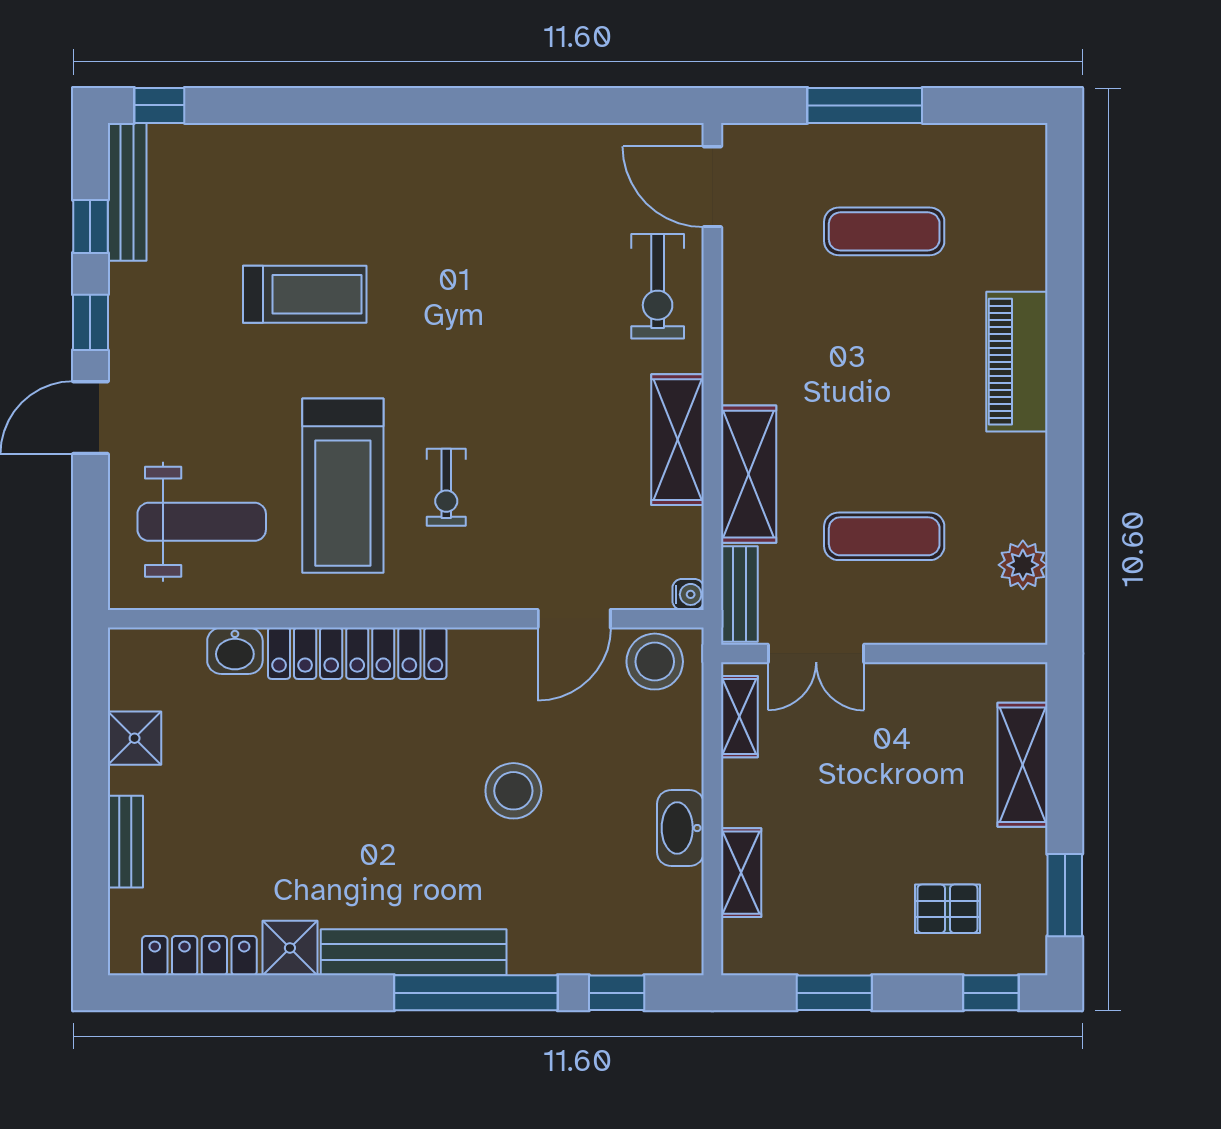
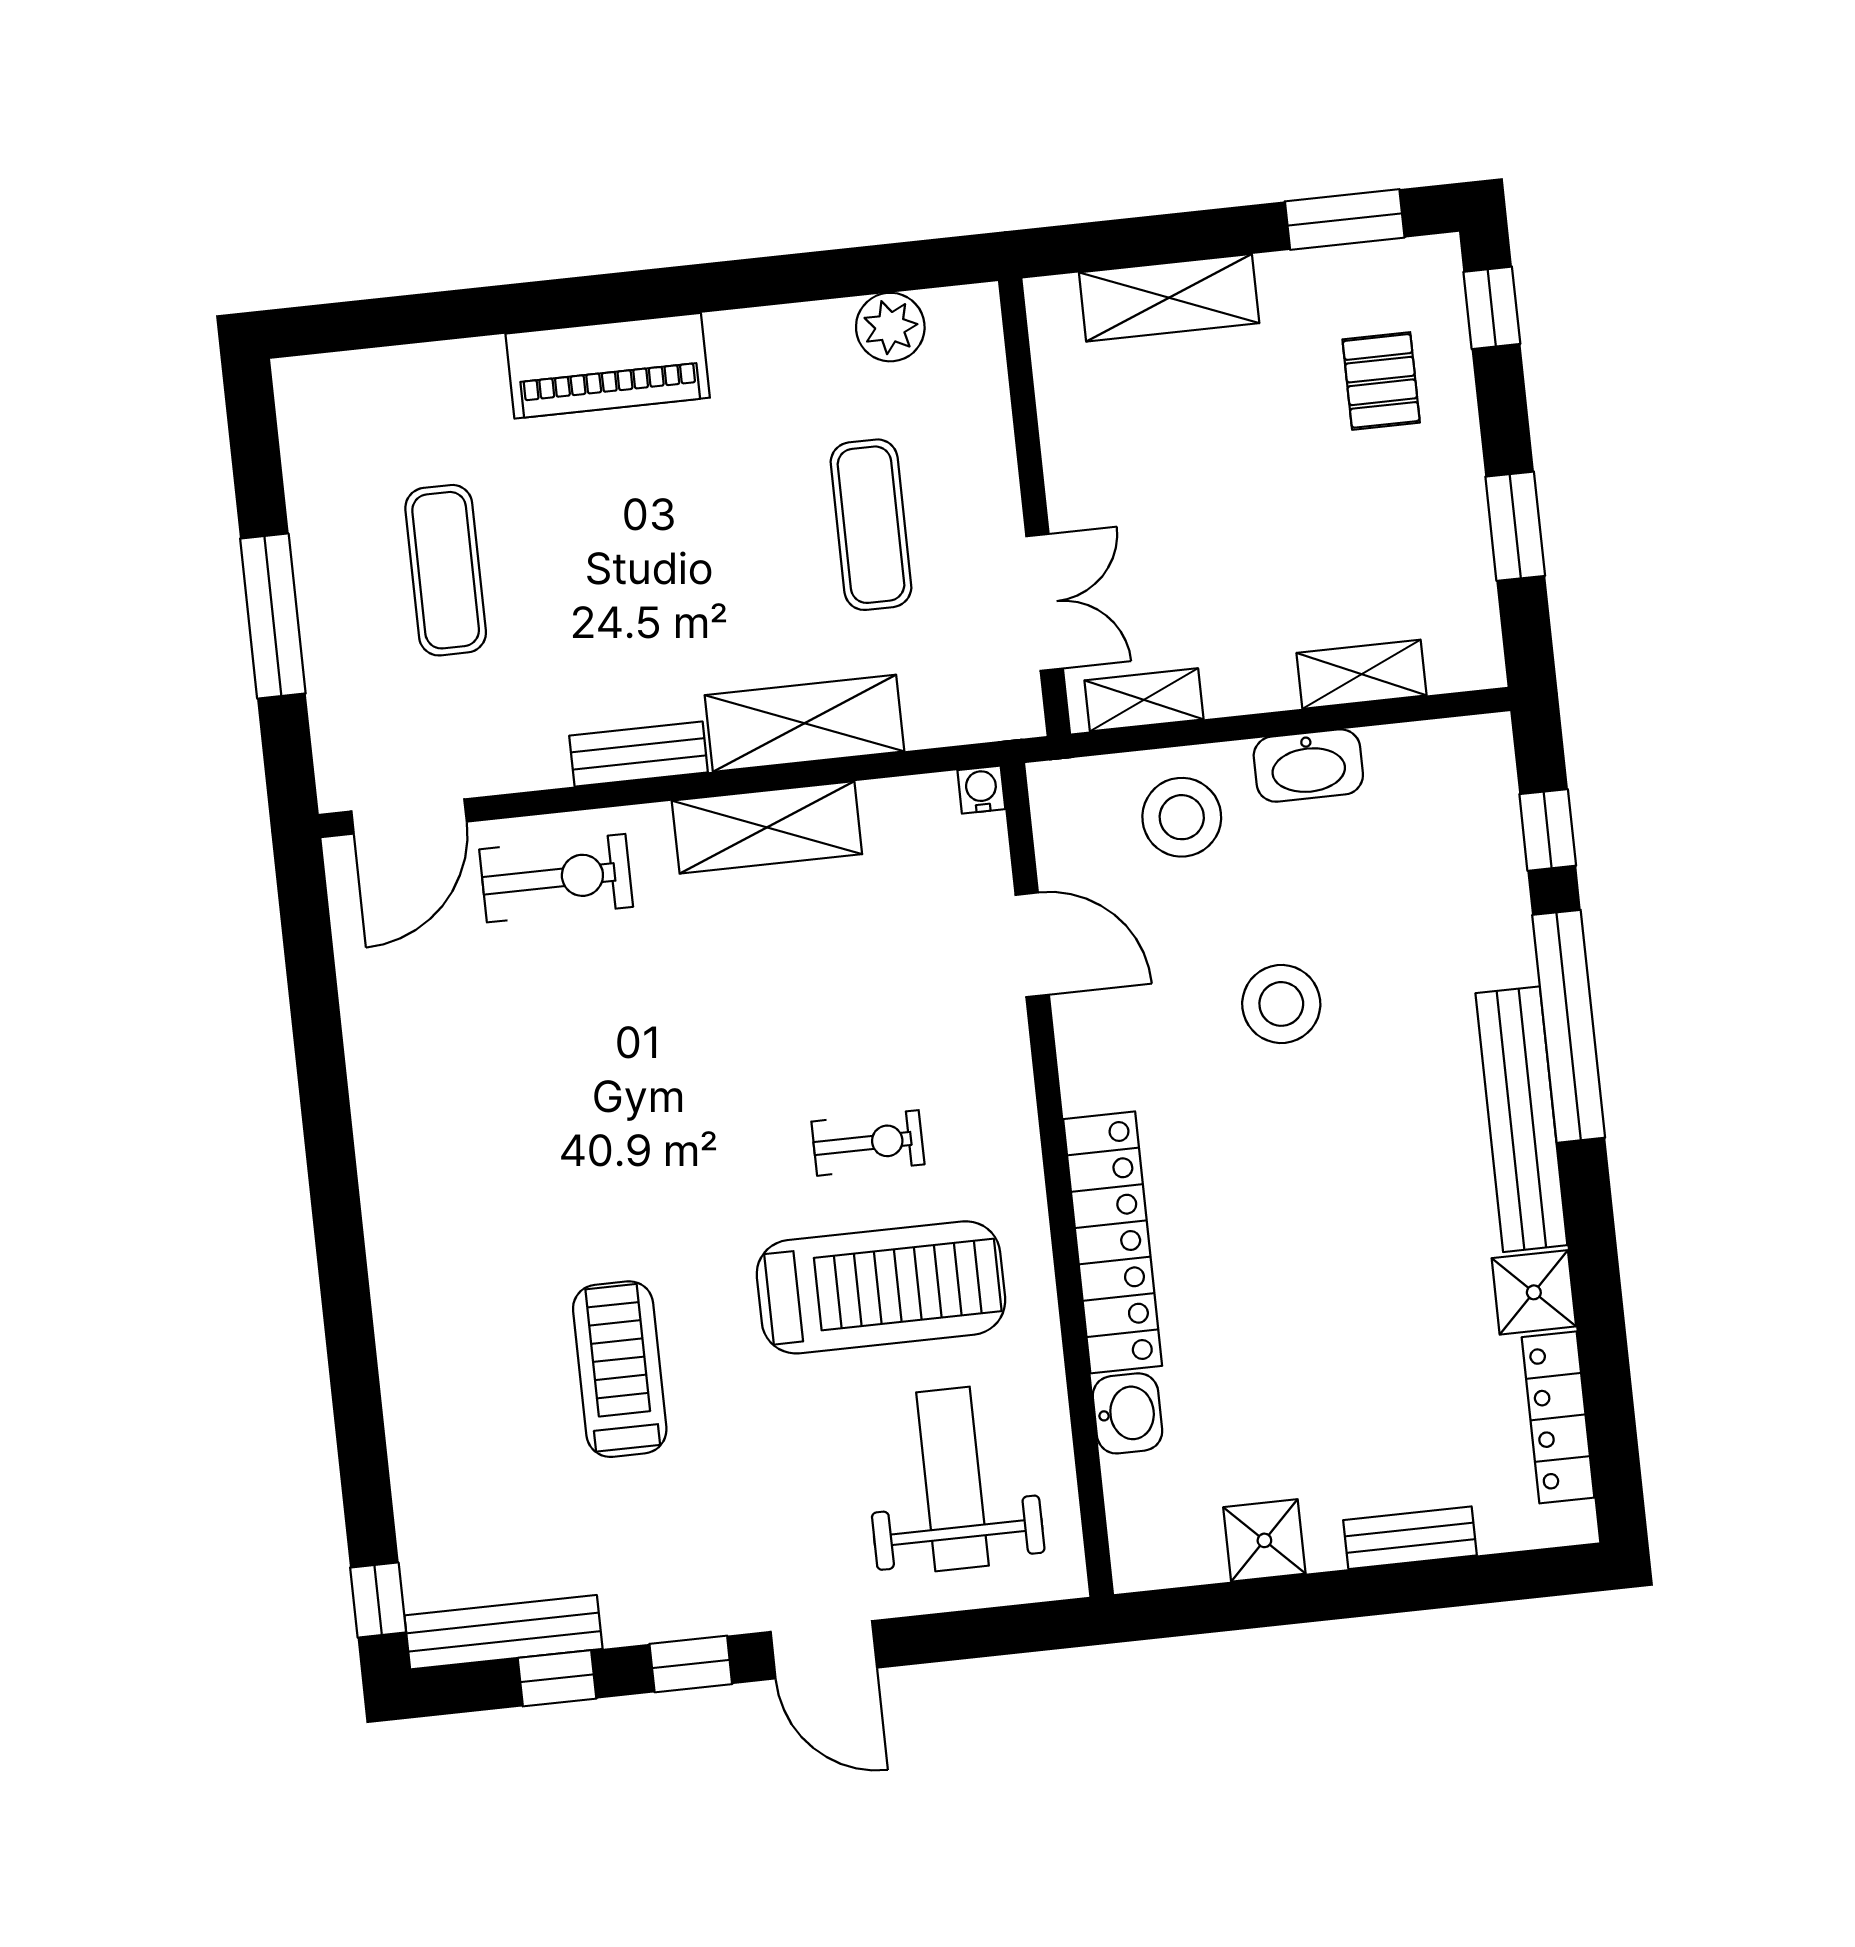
bench: (739, 594) -> (639, 754), moved
stool: (655, 662) -> (1182, 817), moved

